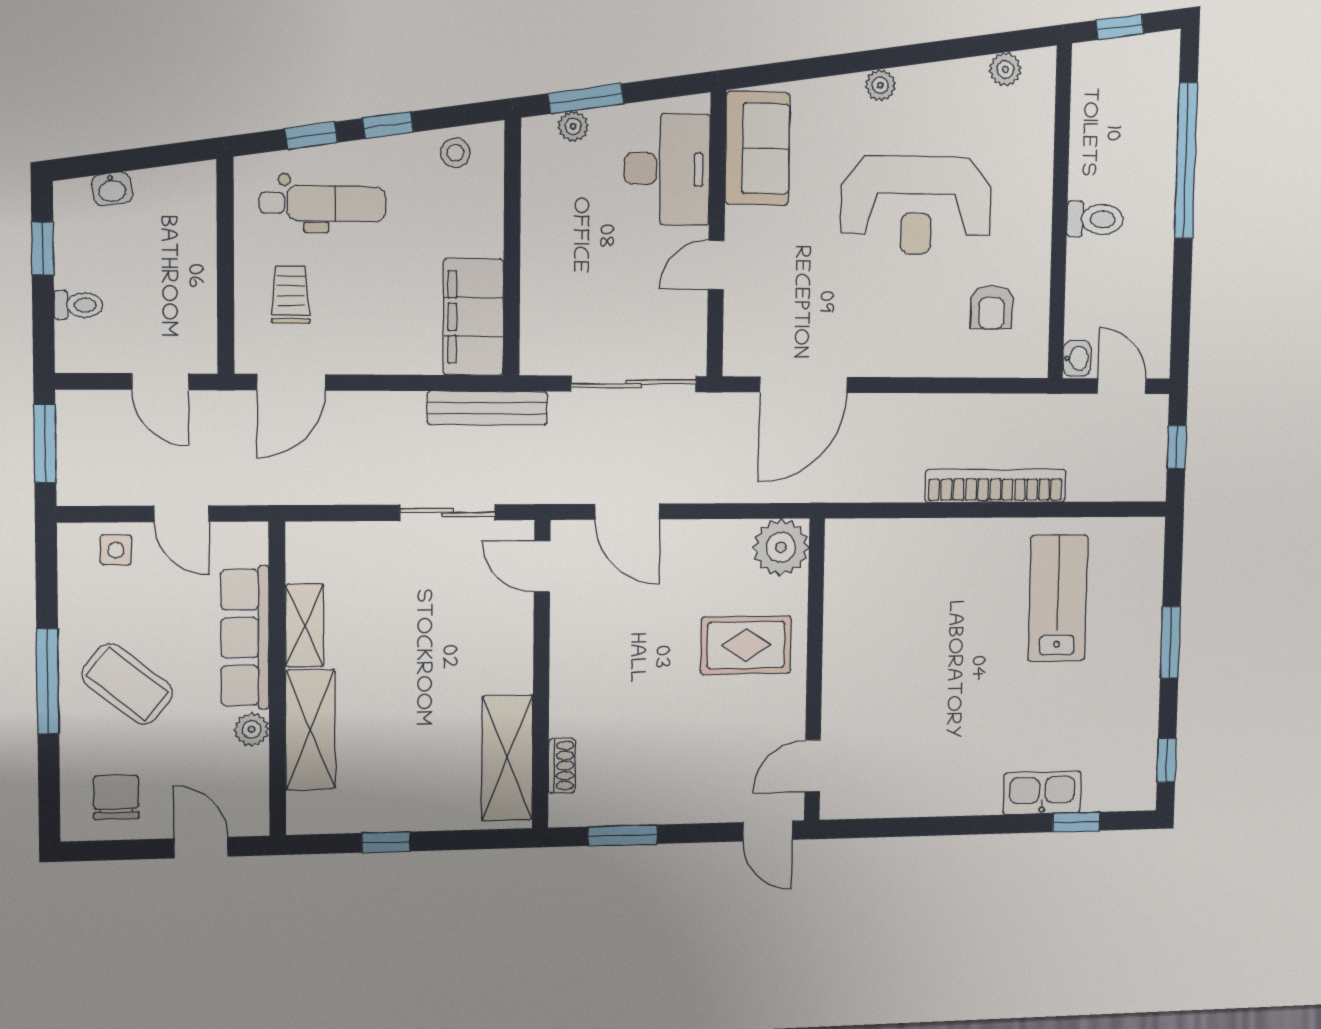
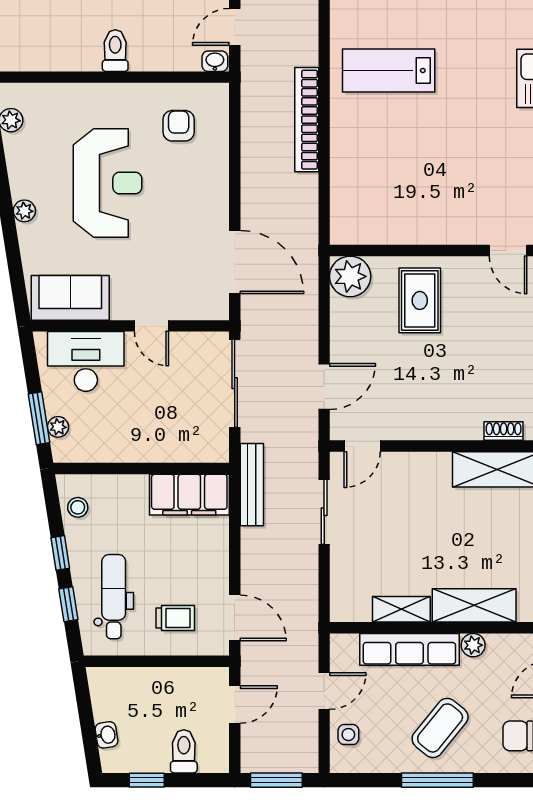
trolley: (291, 295) -> (175, 618), turned 180
toilet: (78, 305) -> (184, 751), width x1.37, depth x1.39
armchair: (992, 307) -> (179, 126), turned -90

